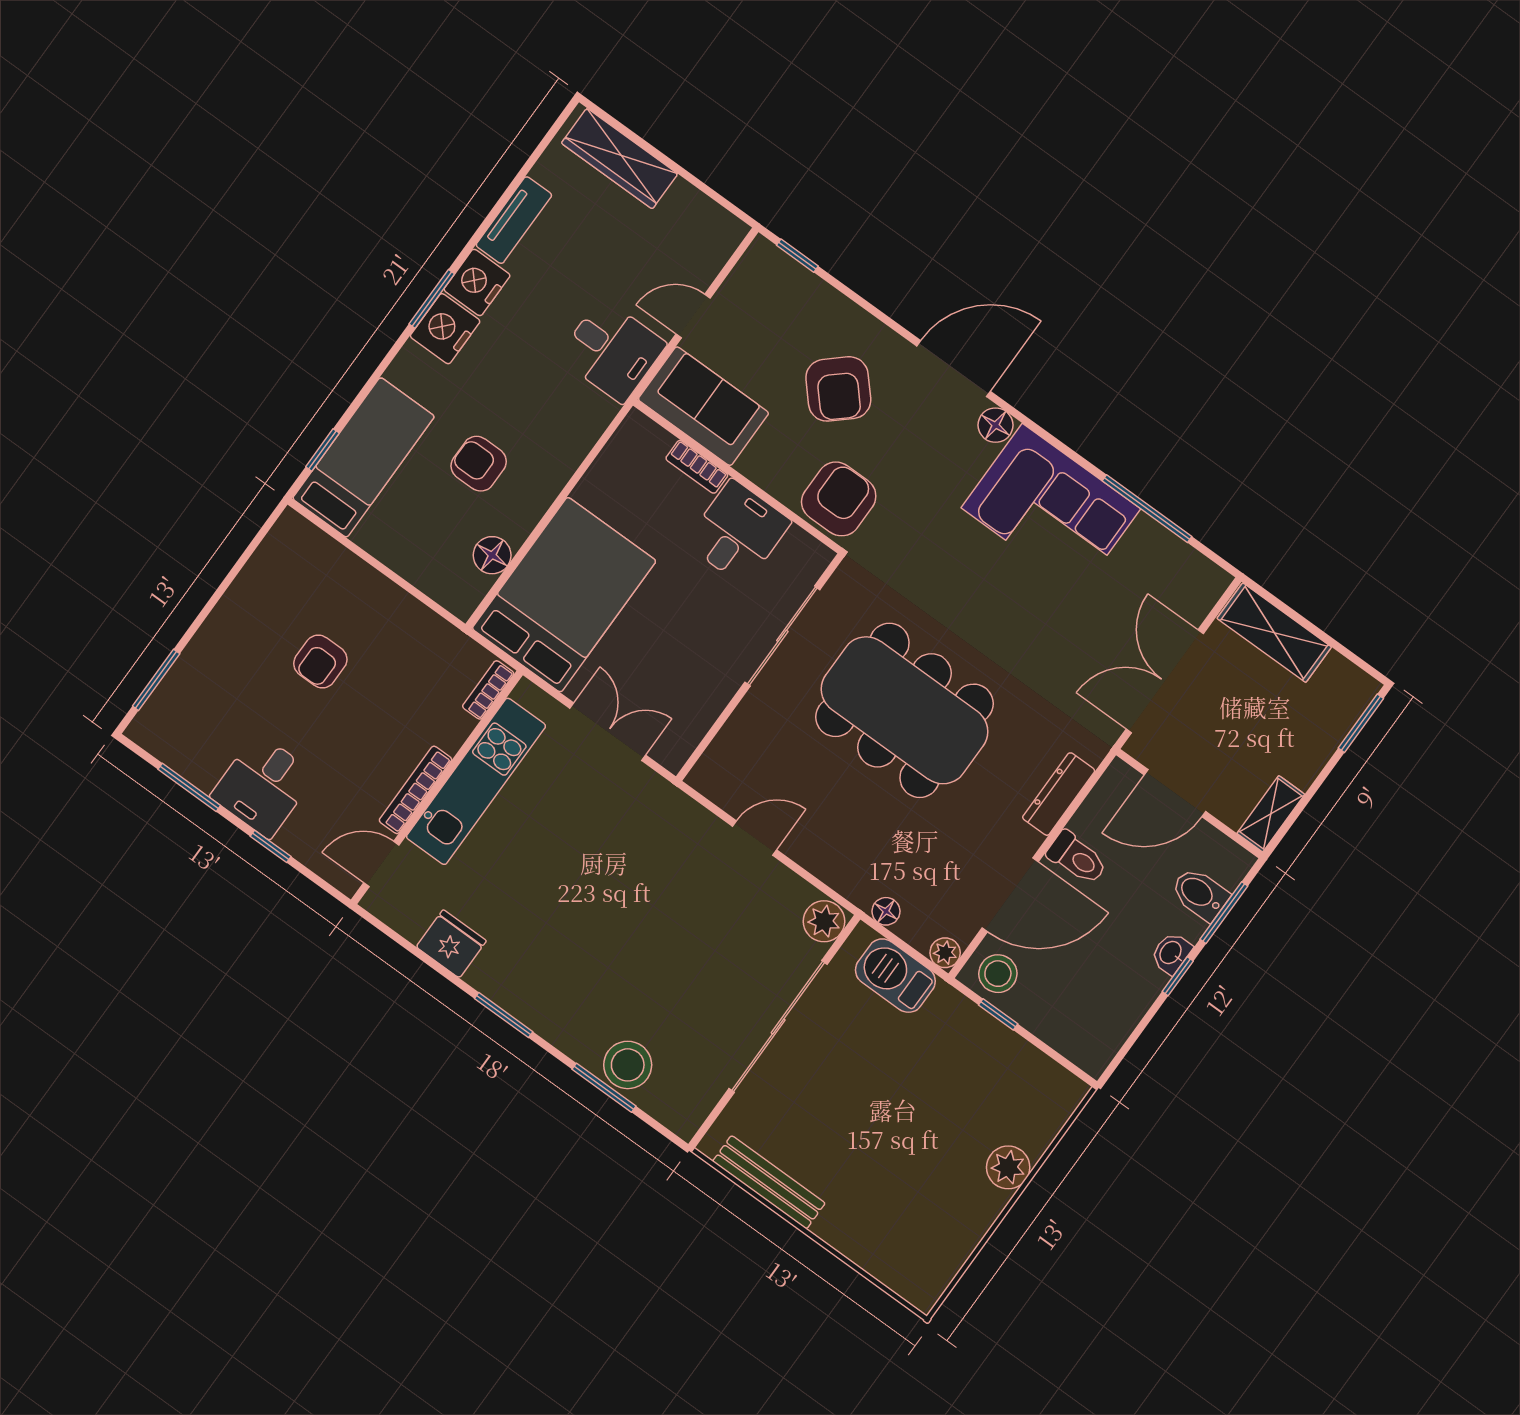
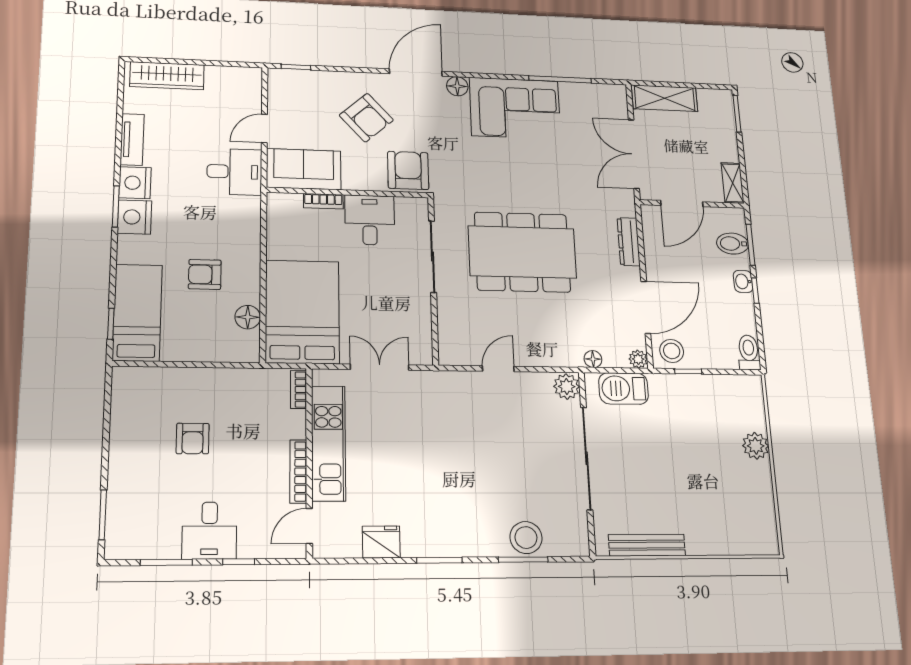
toilet: (1077, 858) -> (749, 352), moved, turned -90

